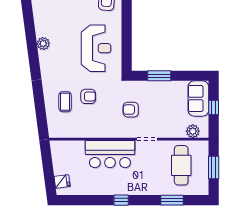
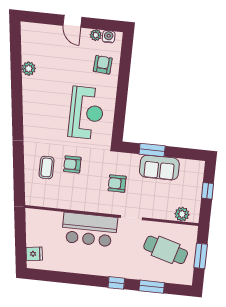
plant: (43, 44) -> (29, 69), moved
armchair: (88, 96) -> (72, 164), turned 180
sofa: (198, 98) -> (159, 168), moved, turned -90
cafe table: (181, 165) -> (166, 250), turned -74
window: (121, 200) -> (116, 283), moved

